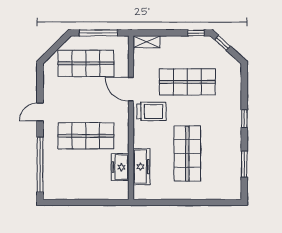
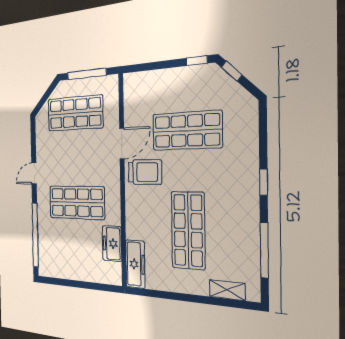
shelving: (147, 42) -> (227, 290), moved
door: (131, 89) -> (122, 143), swing flipped
window: (244, 164) -> (264, 250), width x1.44
freezer: (142, 167) -> (135, 264), moved

